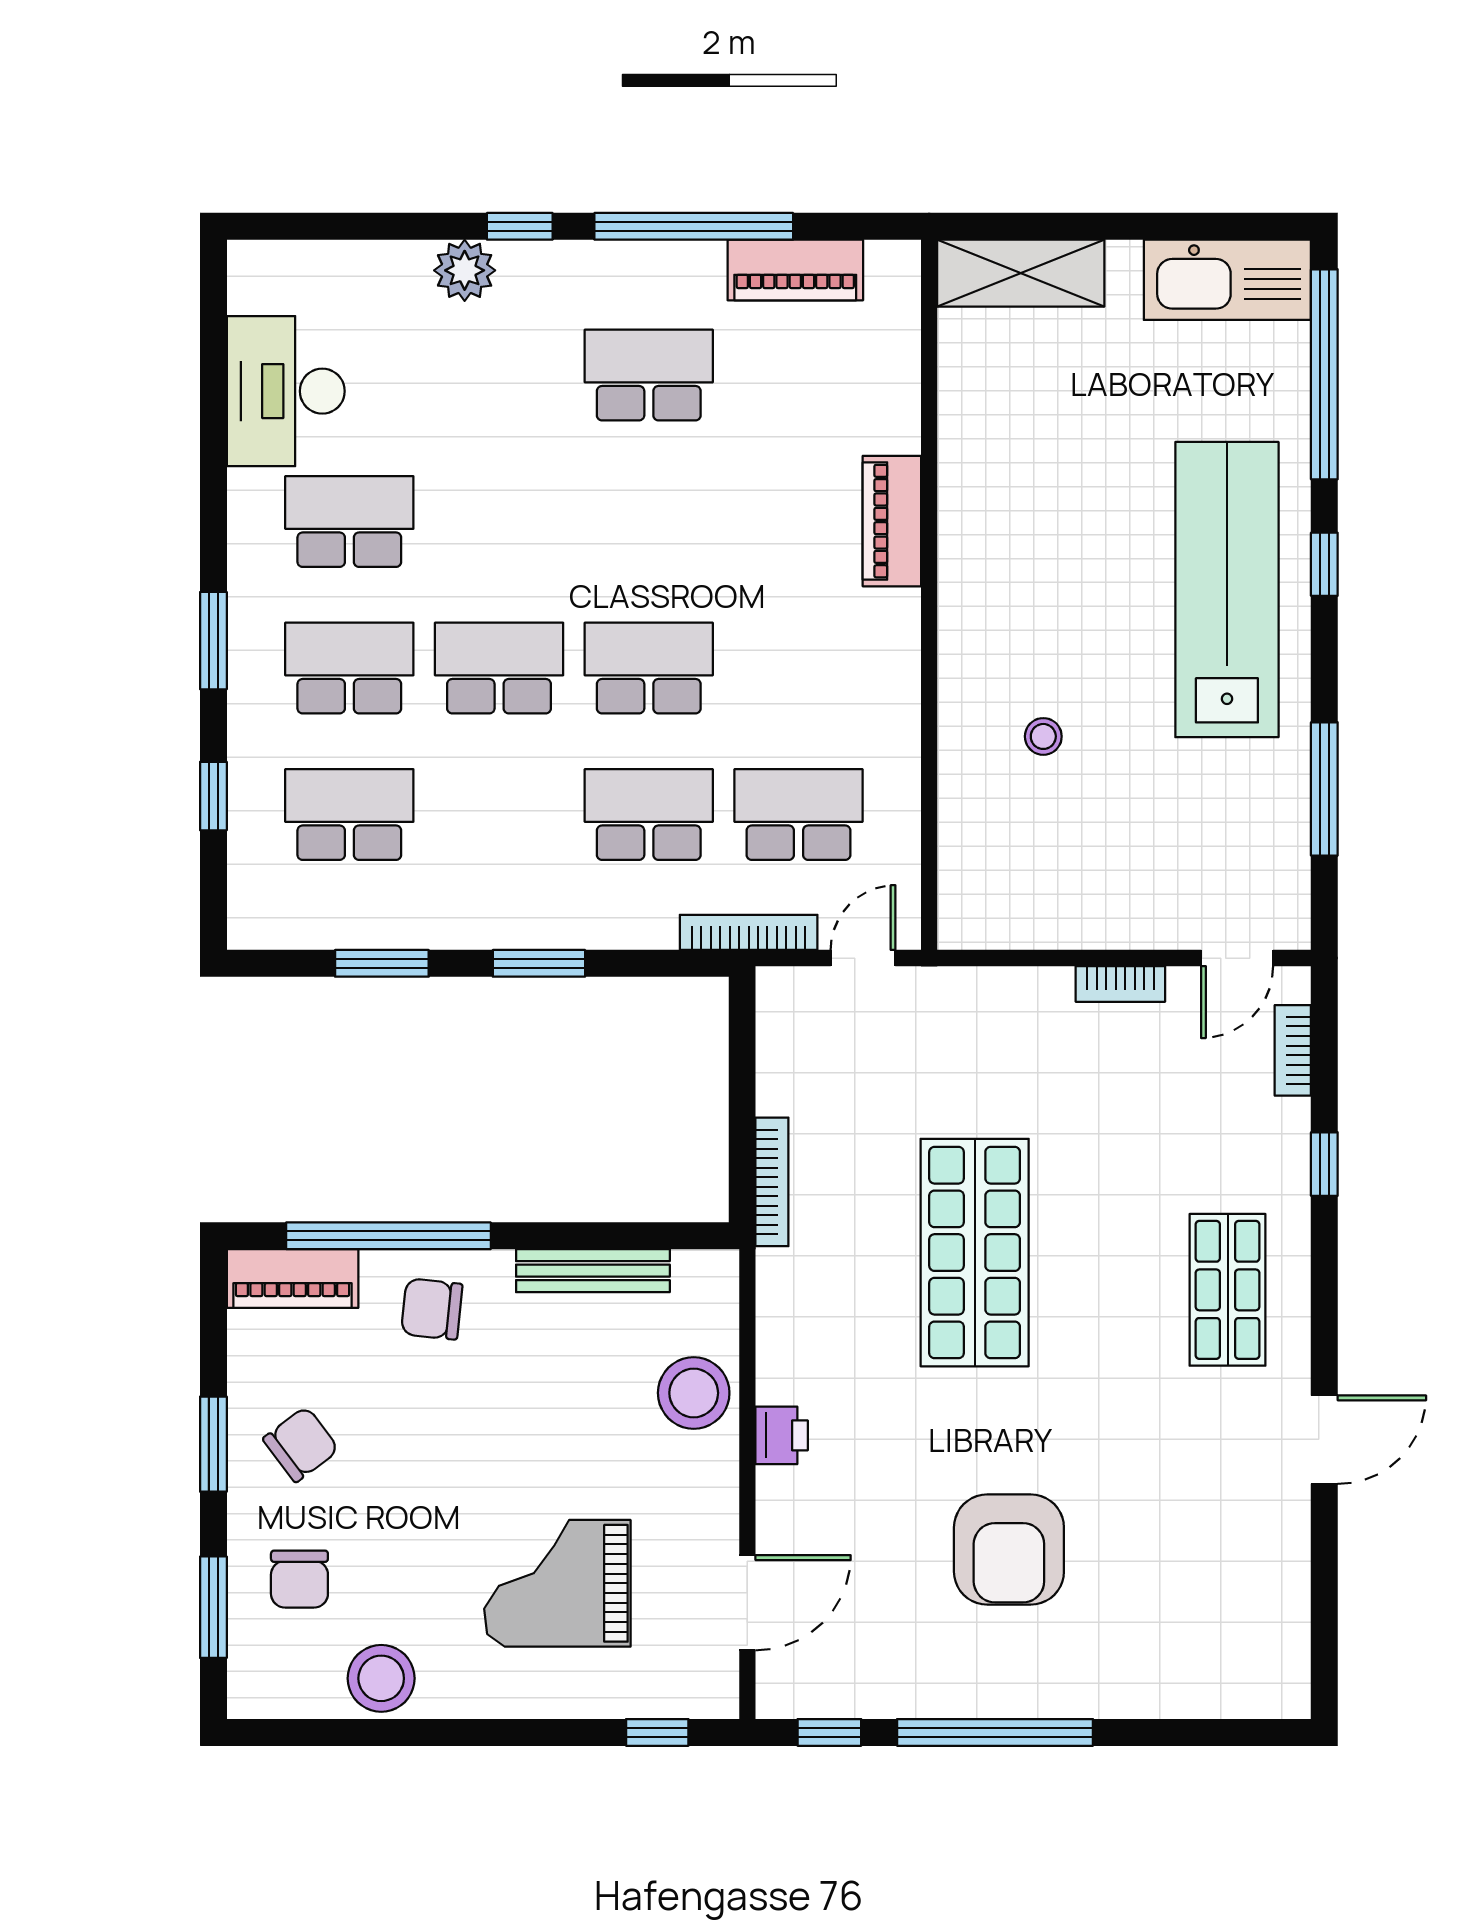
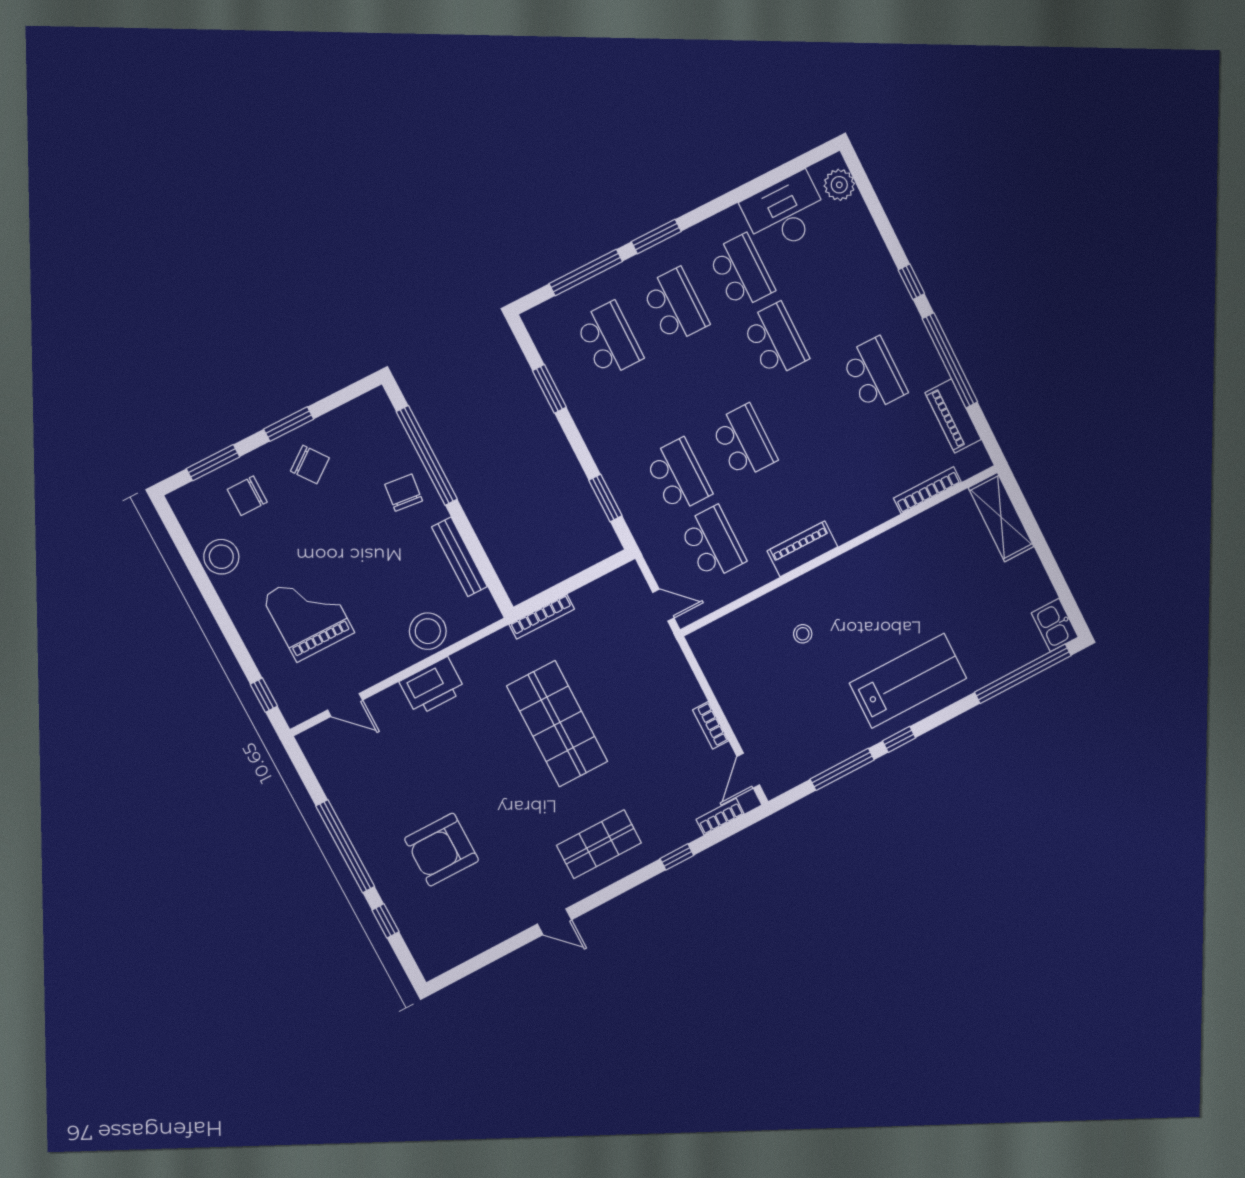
plant: (465, 270) -> (839, 185), moved
kitchen sink: (1227, 280) -> (1055, 625), width x0.53, depth x0.81
piano: (892, 521) -> (802, 549), moved
window: (1324, 564) -> (899, 739), moved
lab bench: (1227, 590) -> (908, 681), width x0.73
school desk: (499, 668) -> (775, 340), moved
window: (213, 796) -> (586, 273), width x2.17
bookcase: (749, 932) -> (927, 490), moved, turned -90
door: (1237, 958) -> (748, 771), hinge flipped
window: (539, 963) -> (605, 498), moved
shop shelf: (975, 1253) -> (557, 724), turned 90
piano: (293, 1278) -> (384, 422), removed
printer: (782, 1435) -> (432, 686), width x1.87, depth x1.48
door: (1324, 1440) -> (554, 922), width x0.73
armchair: (1009, 1550) -> (442, 850), moved
door: (747, 1603) -> (345, 705), width x0.73
window: (829, 1732) -> (385, 921), moved

